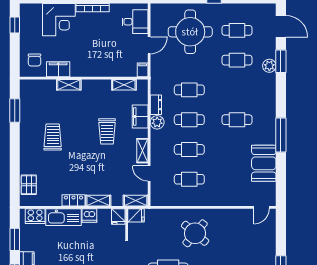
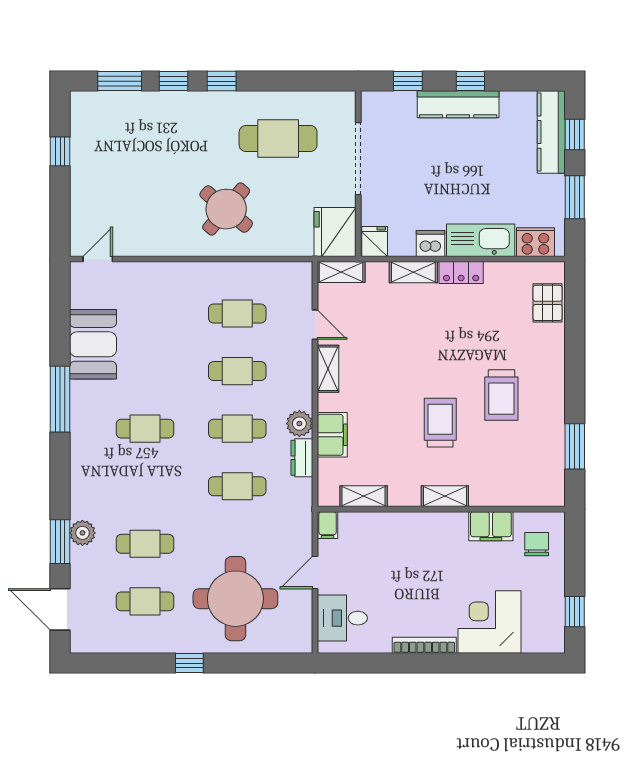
shelving: (69, 85) -> (445, 496), moved
trolley: (107, 131) -> (440, 423), moved
fridge: (136, 215) -> (335, 232), width x1.88, depth x1.34

